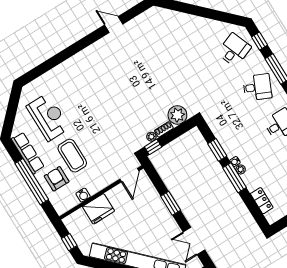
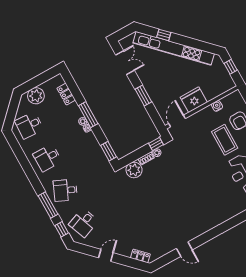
door: (206, 13) -> (106, 255), added
locker: (165, 14) -> (140, 256), added
window: (217, 150) -> (109, 151), moved
fridge: (98, 209) -> (194, 100), moved

